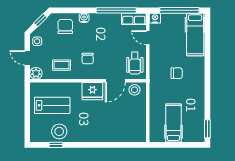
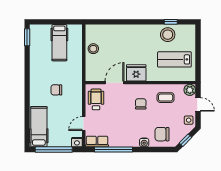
chair: (65, 27) -> (162, 134), turned 90
door: (148, 38) -> (84, 124), swing flipped
stool: (134, 90) -> (93, 49), moved

